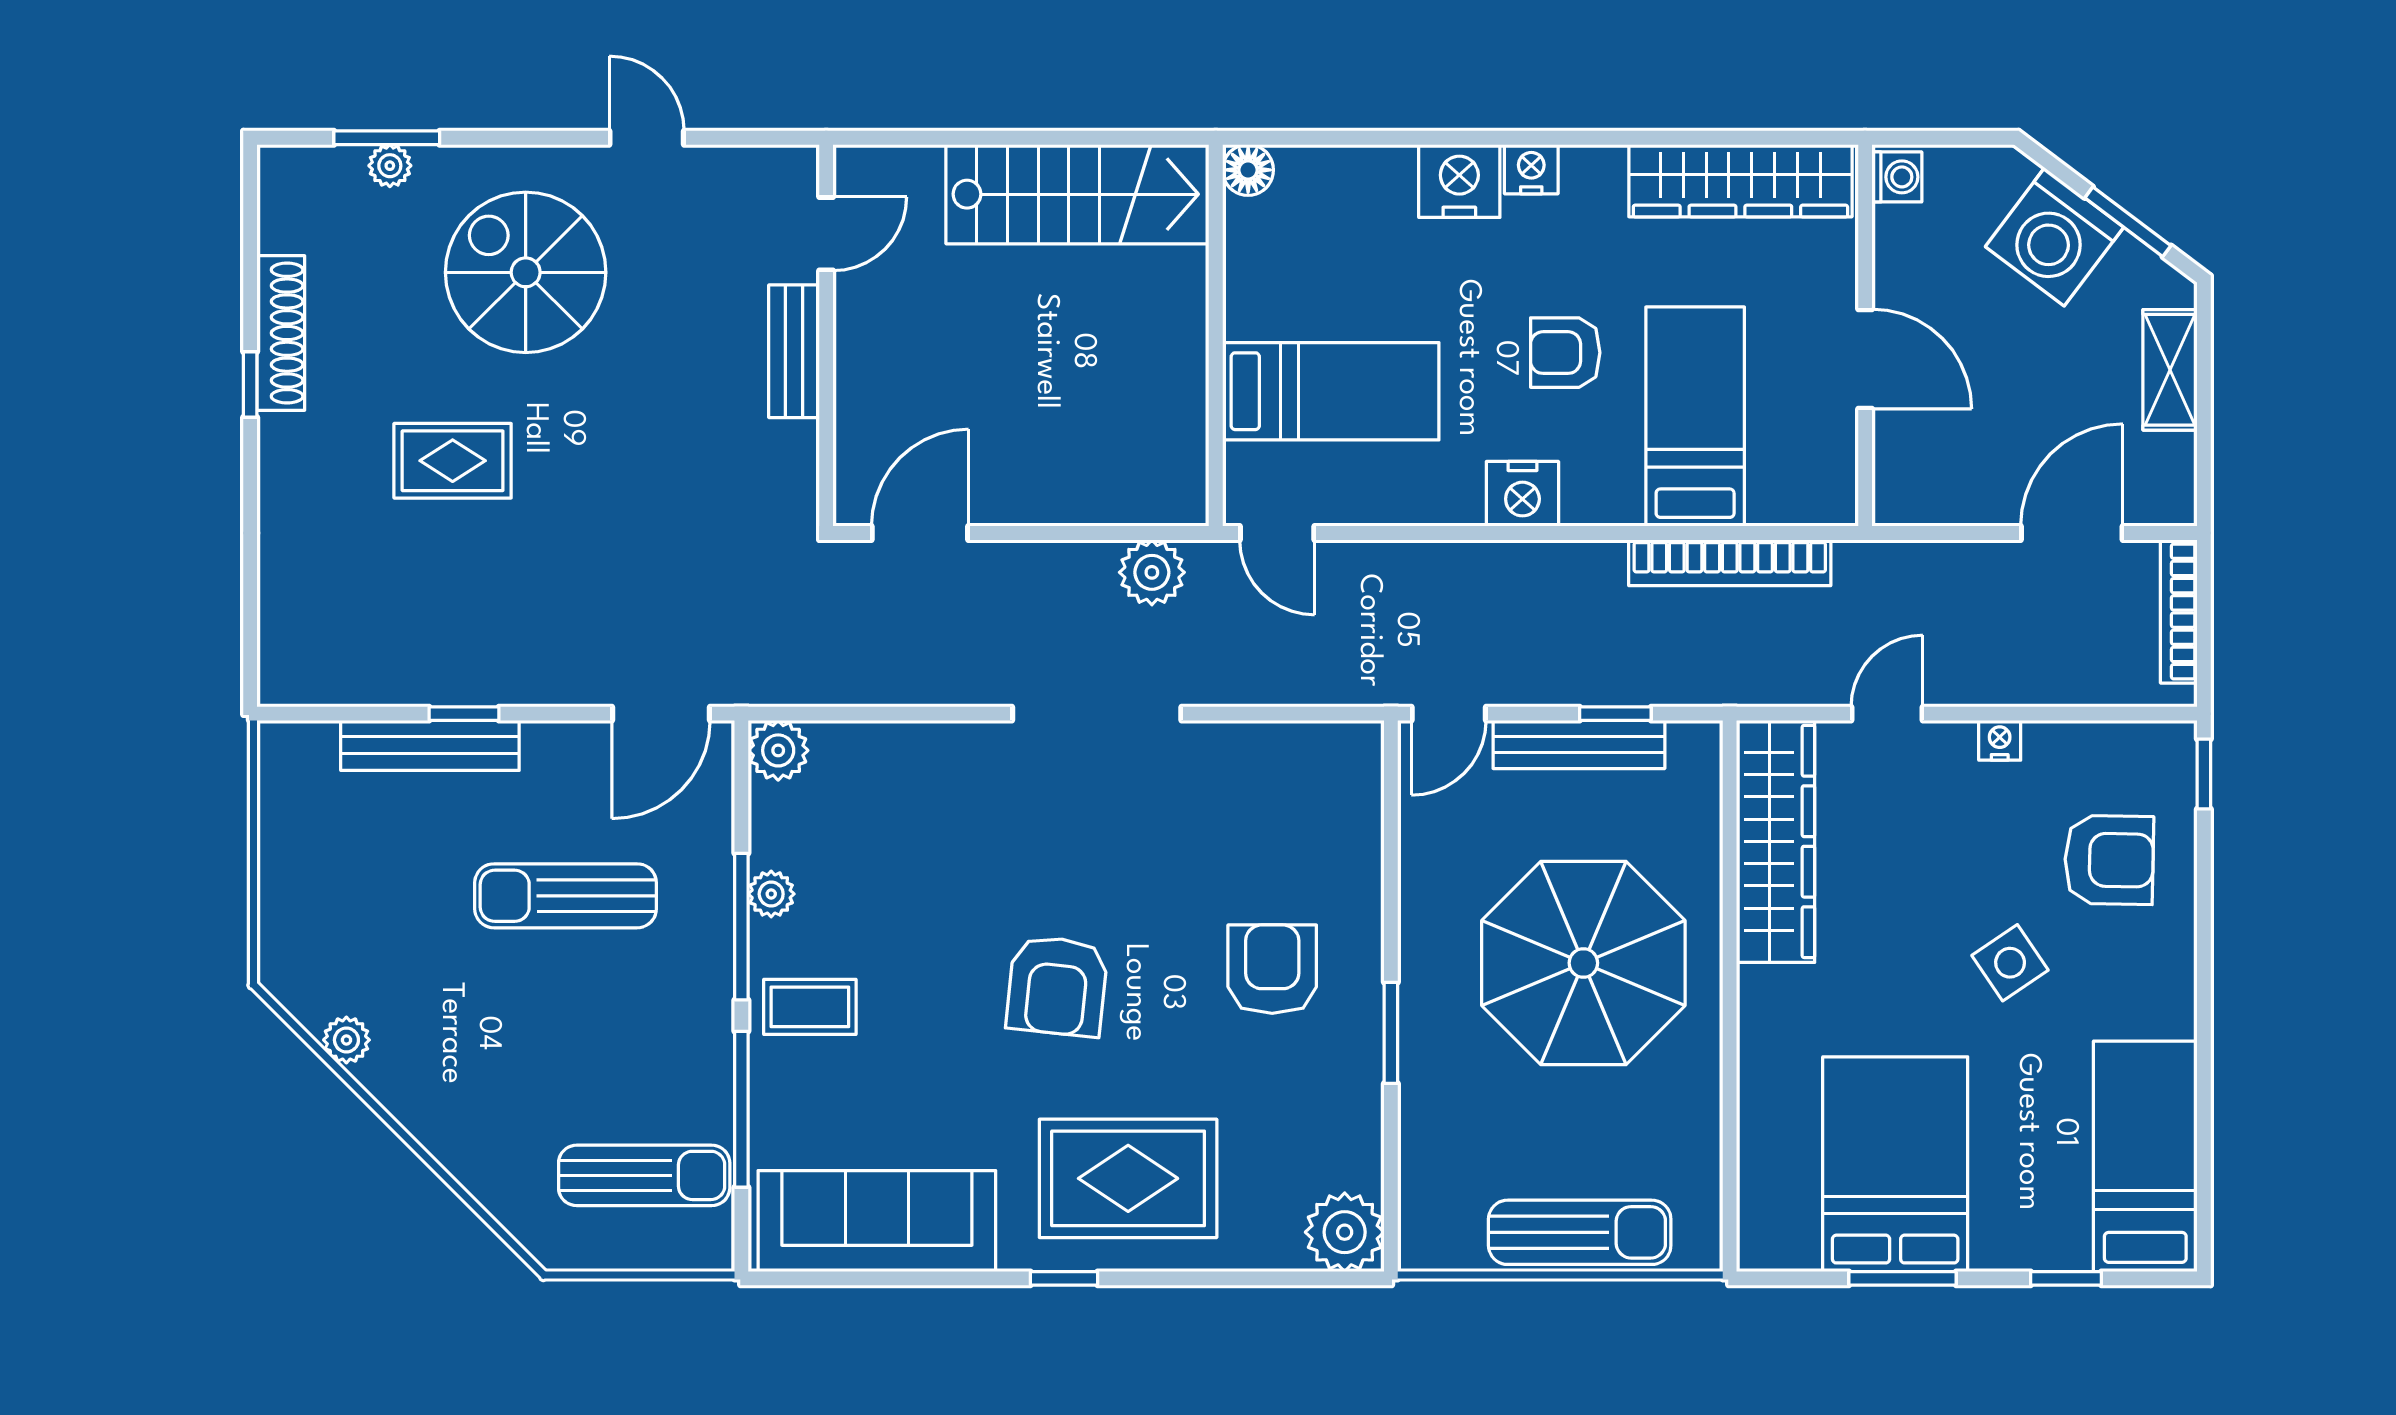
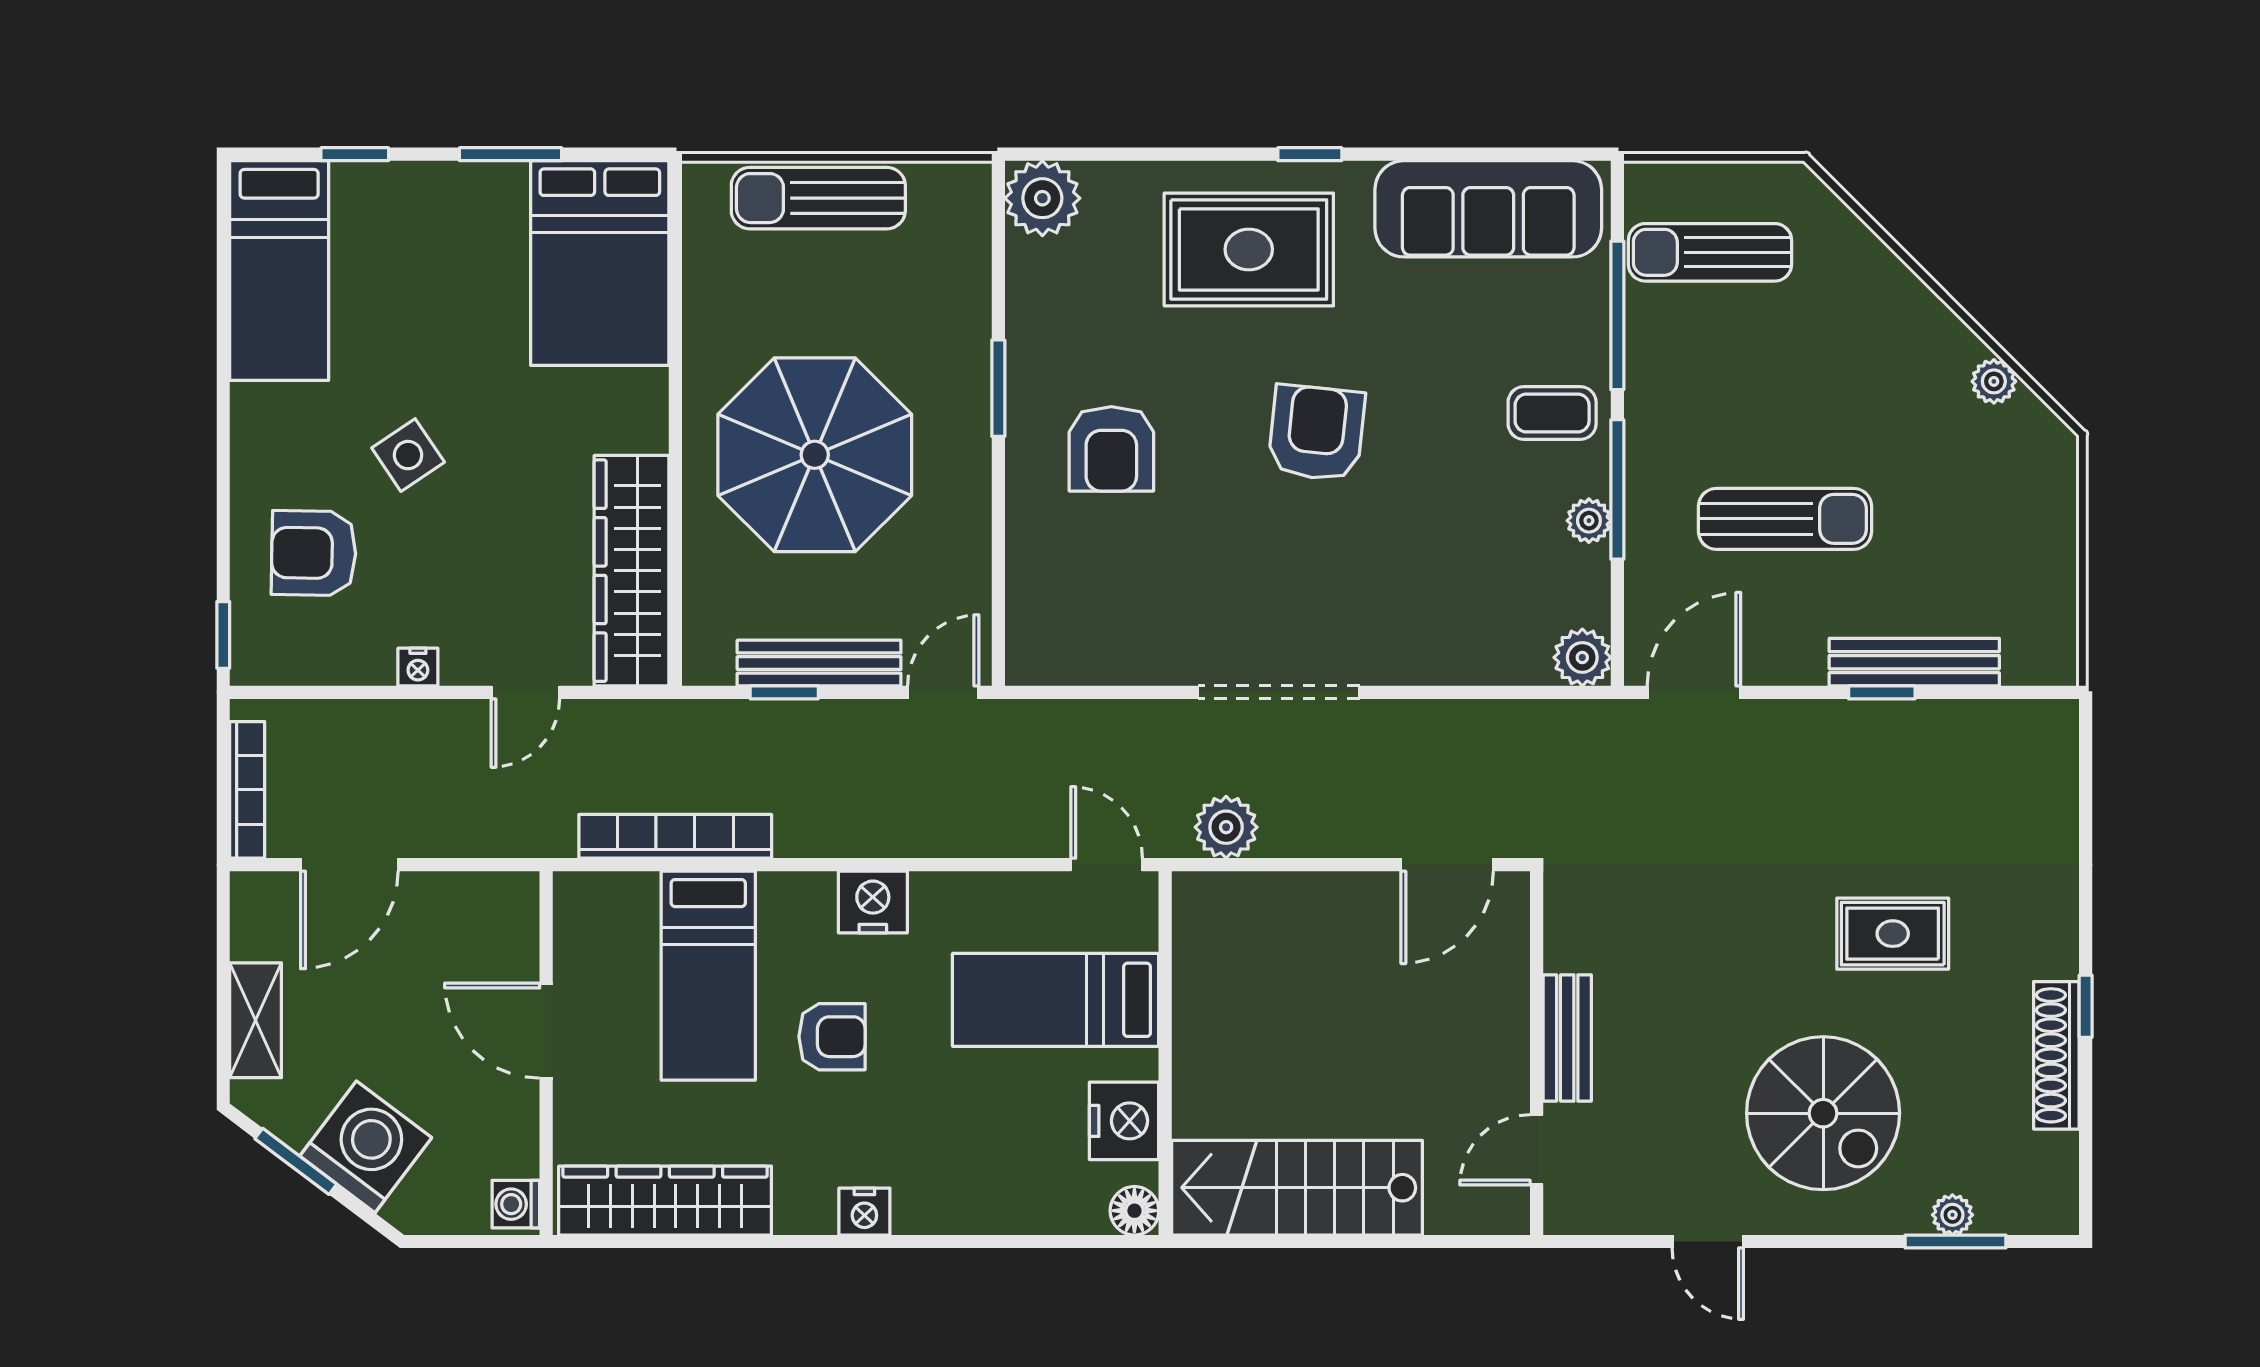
nightstand: (1459, 181) -> (1124, 1121), moved, turned -90
bed: (1895, 1164) -> (600, 263), moved

